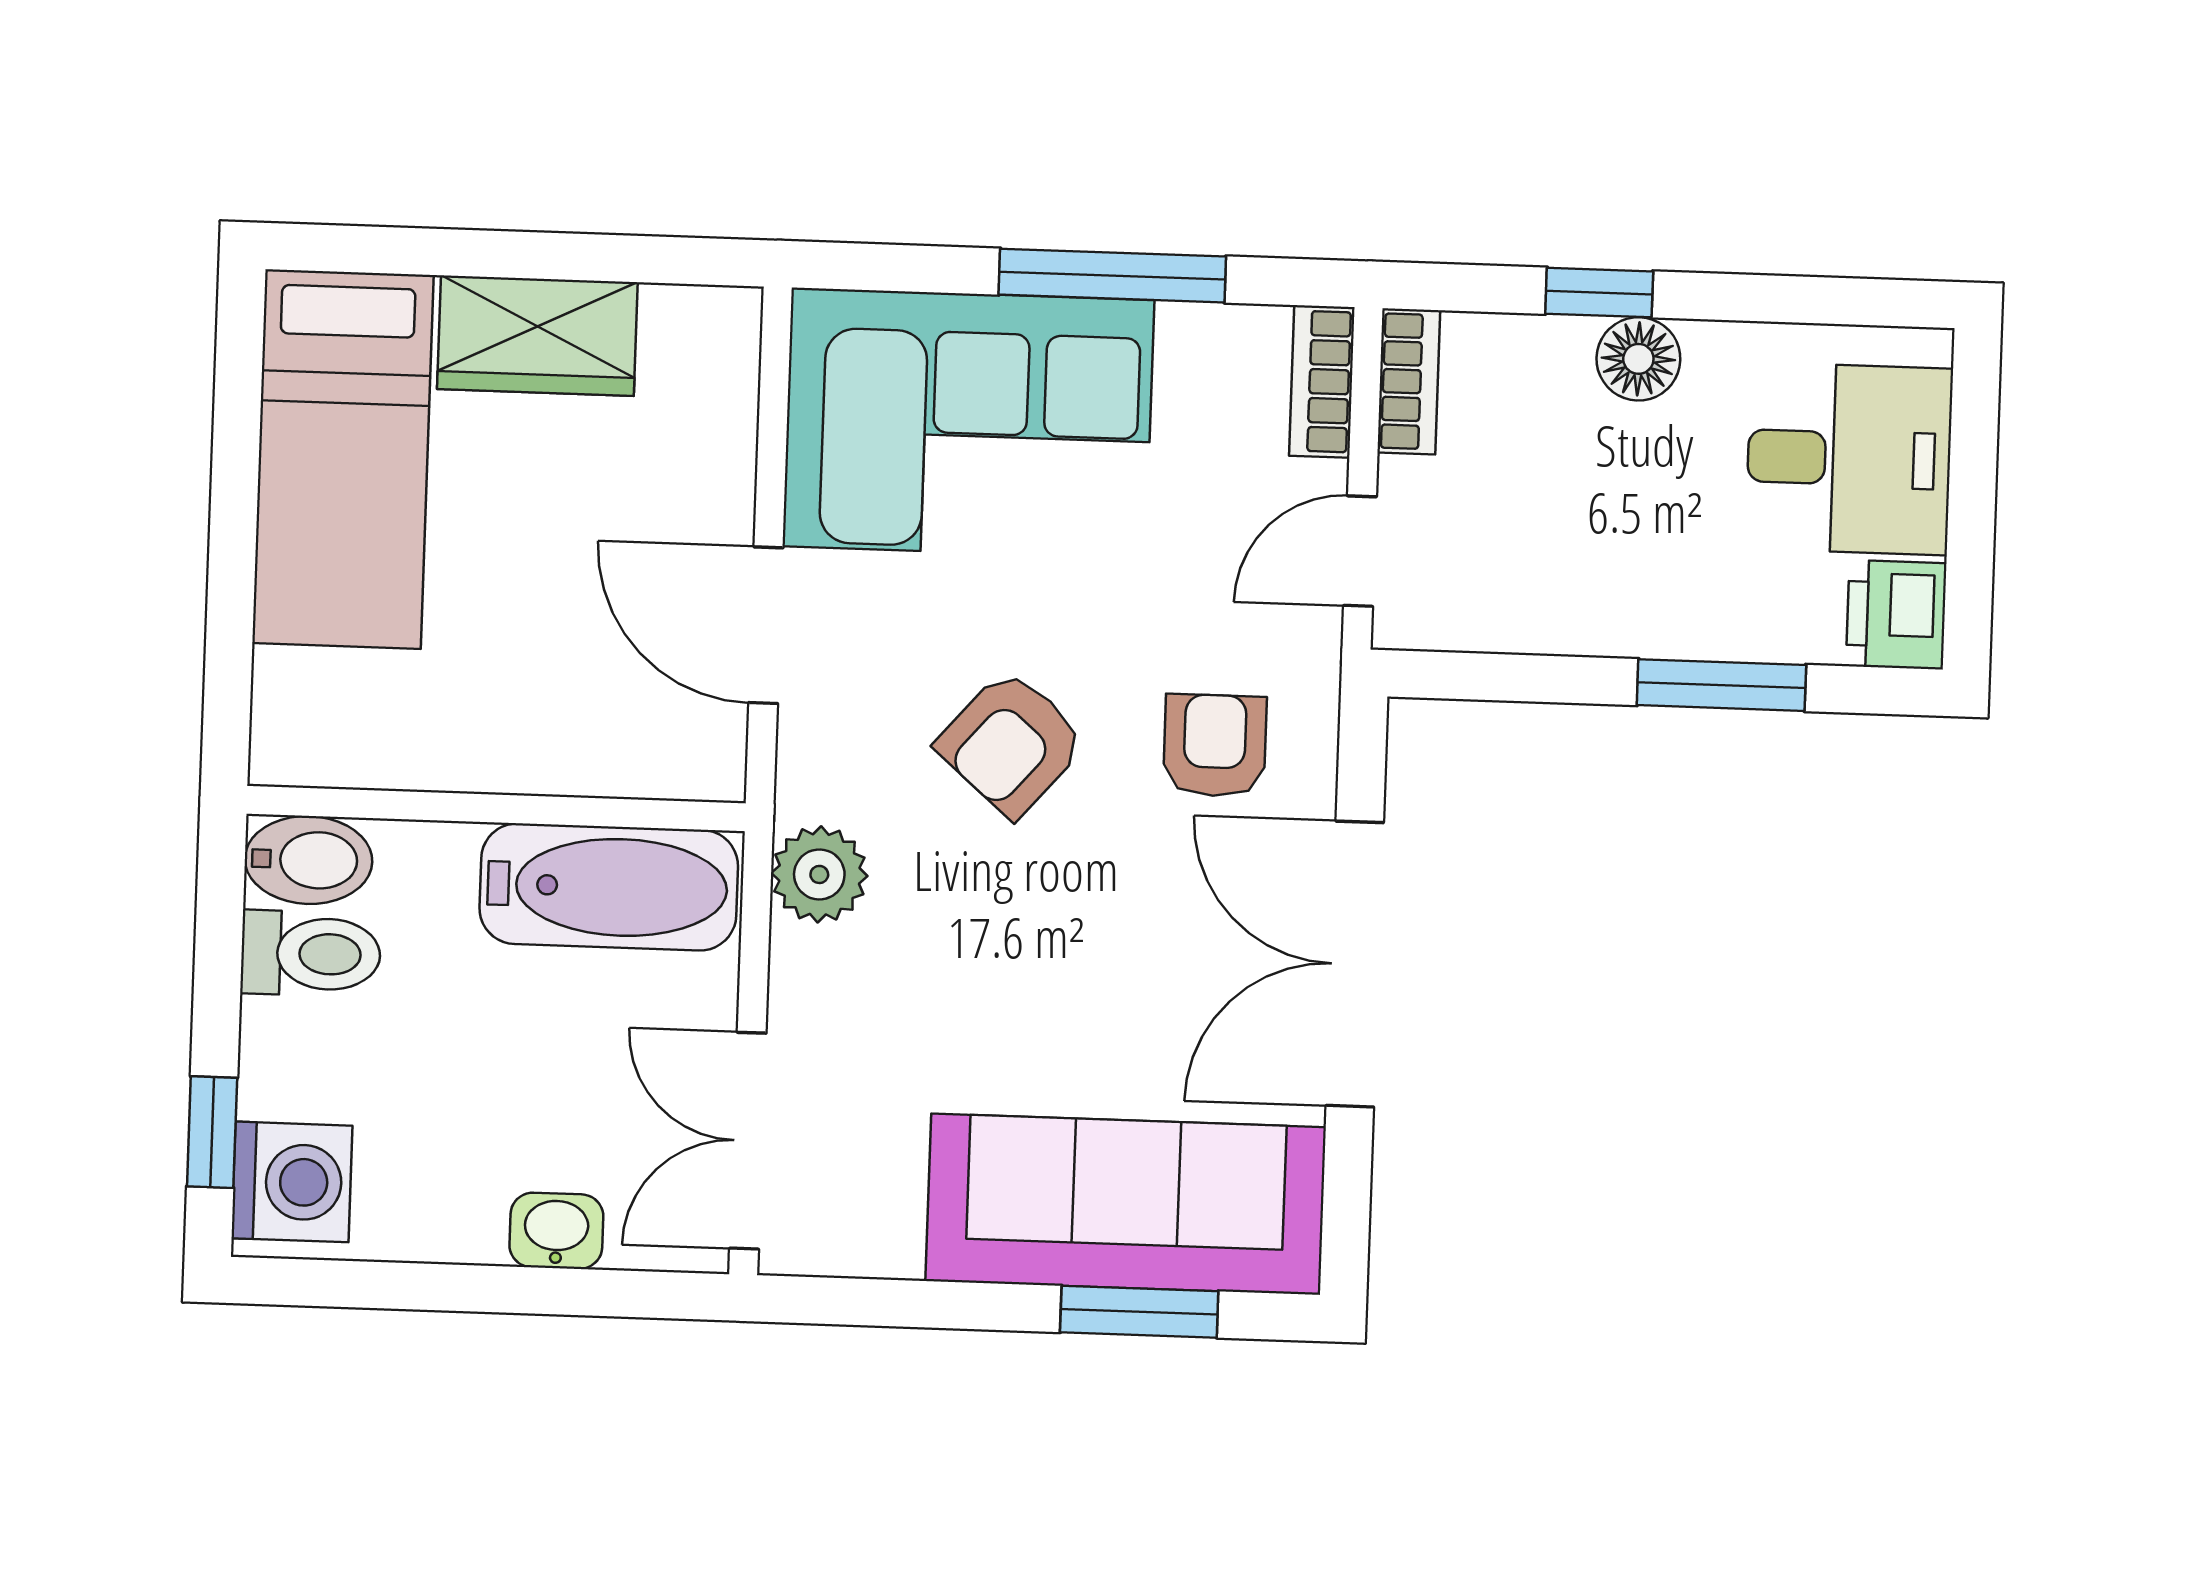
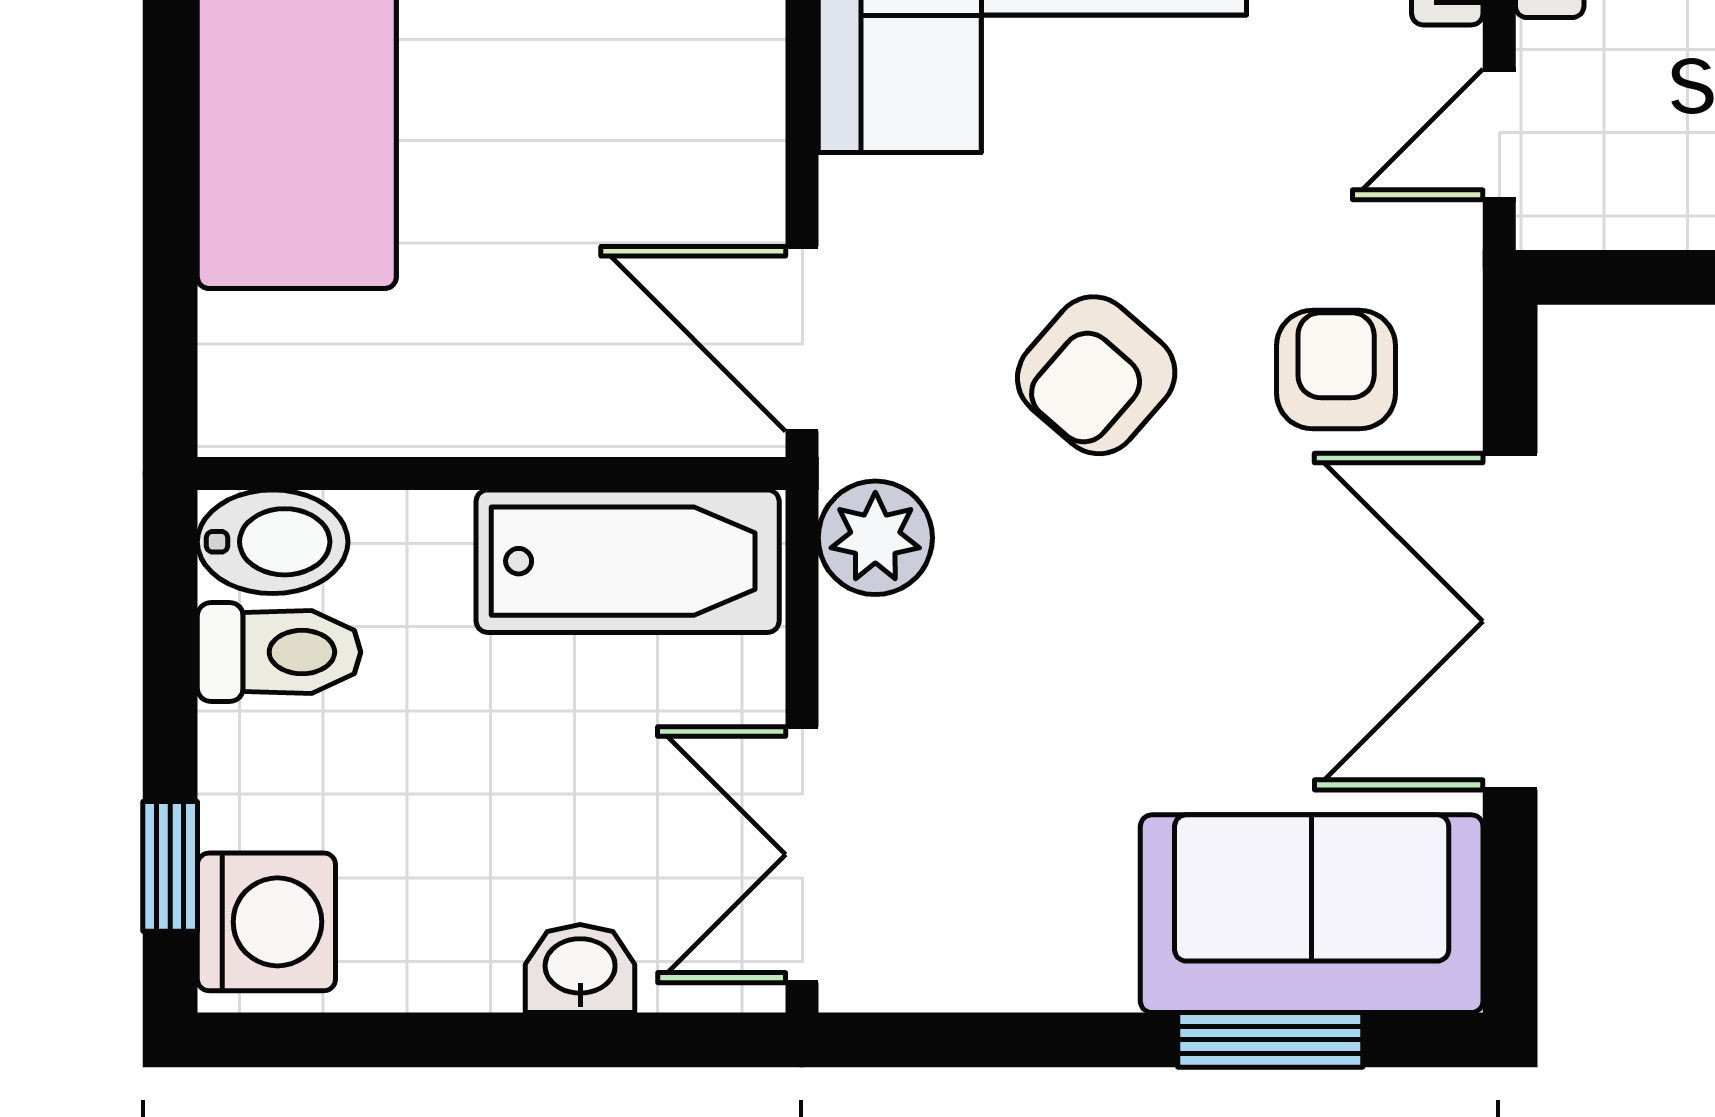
door: (766, 625) -> (802, 339), moved
sofa: (1126, 1204) -> (1312, 914), width x0.73

